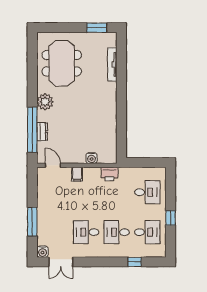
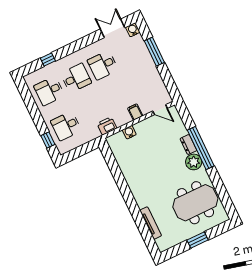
window: (97, 28) -> (198, 240), moved
meeting table: (62, 63) -> (195, 203), turned 90
window: (32, 130) -> (201, 148), moved
dresser: (42, 132) -> (188, 145), moved
window: (171, 218) -> (48, 140), moved
desk: (86, 232) -> (103, 65), turned 180

